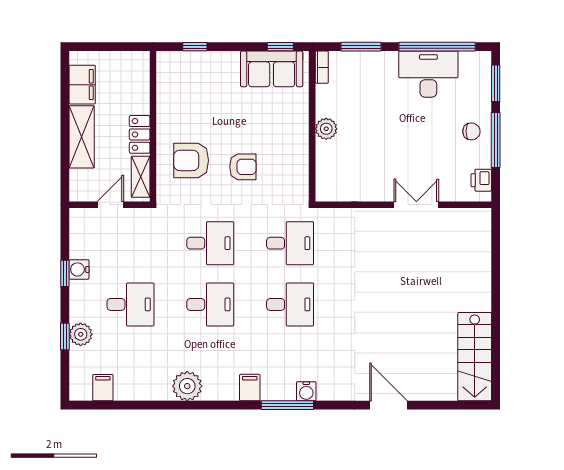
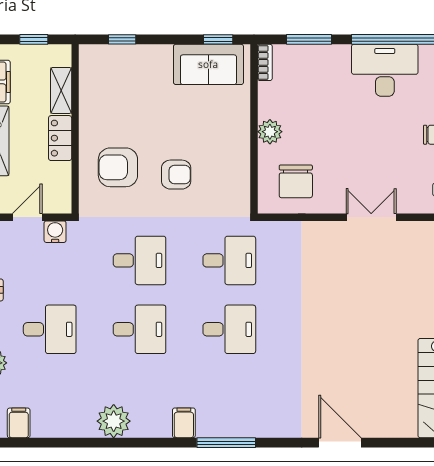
window: (116, 47) -> (34, 39), added
chair: (349, 173) -> (296, 181), added
shelving: (141, 177) -> (61, 90), moved
water cooler: (306, 391) -> (55, 232), moved, turned 180

